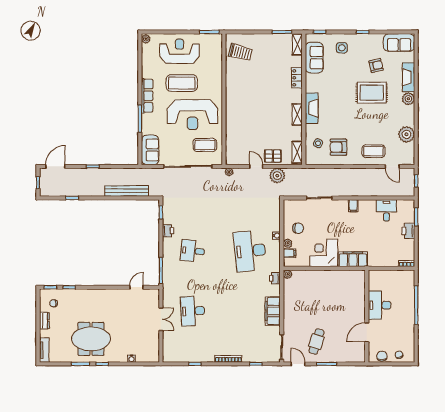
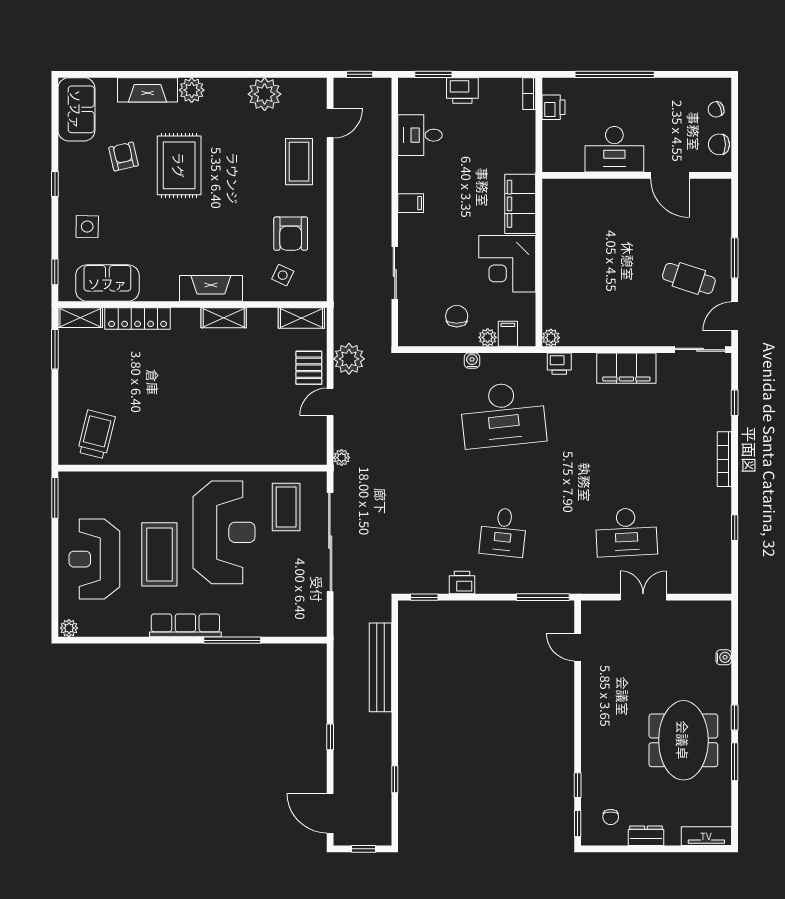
locker: (297, 78) -> (138, 319), width x1.53
sofa: (150, 150) -> (296, 619), removed
printer: (400, 275) -> (553, 107), added

